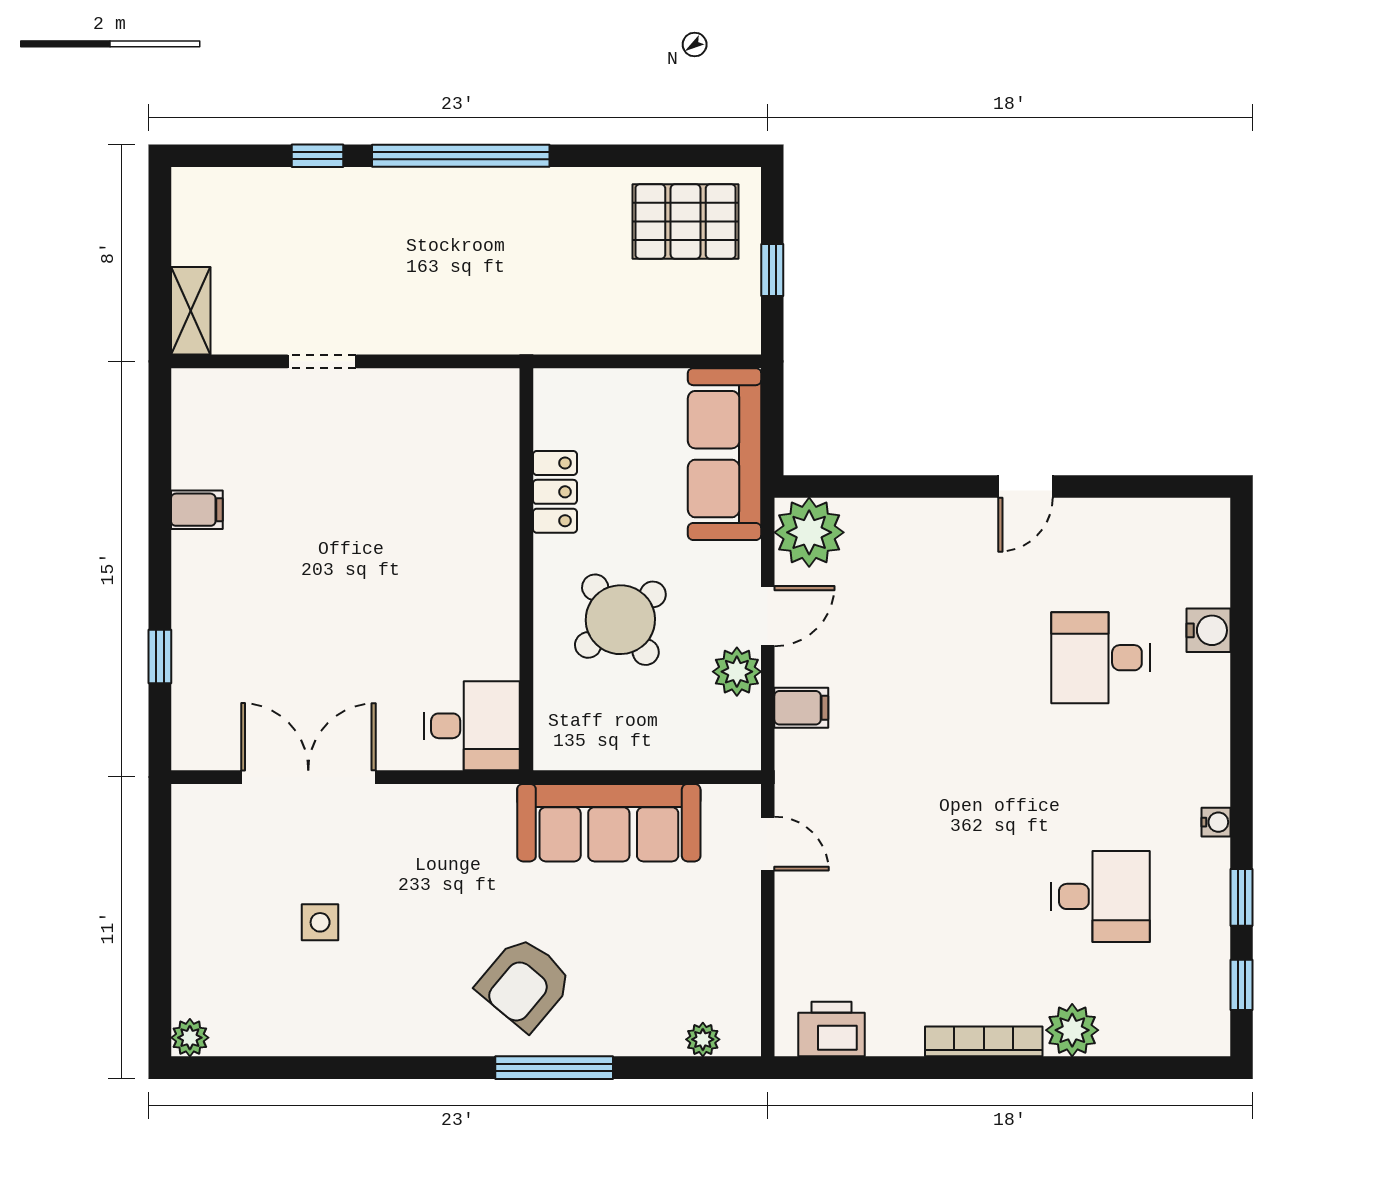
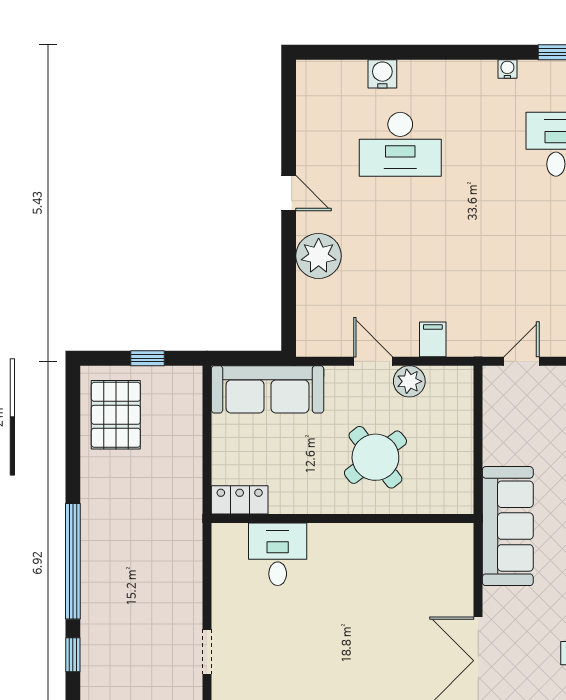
locker: (555, 492) -> (240, 500), moved
plant: (809, 532) -> (319, 256), moved
desk: (1100, 658) -> (400, 144), width x1.37
desk: (472, 726) -> (278, 554), moved
sofa: (609, 823) -> (508, 526), moved

